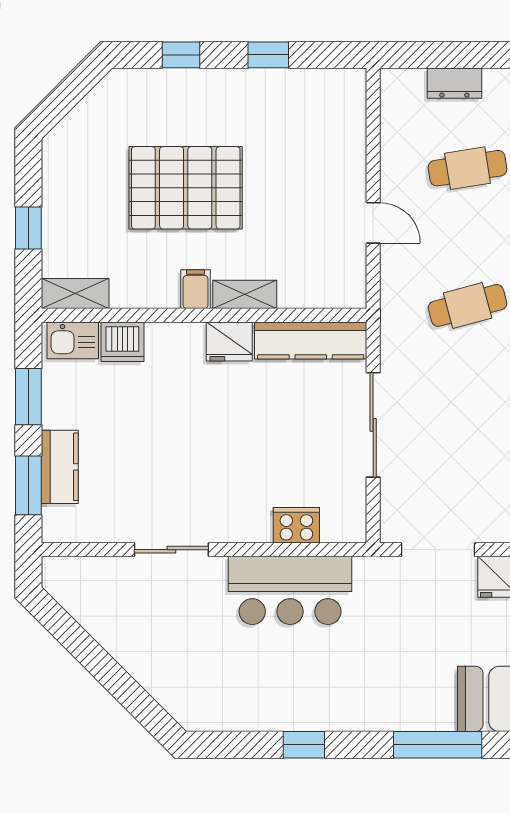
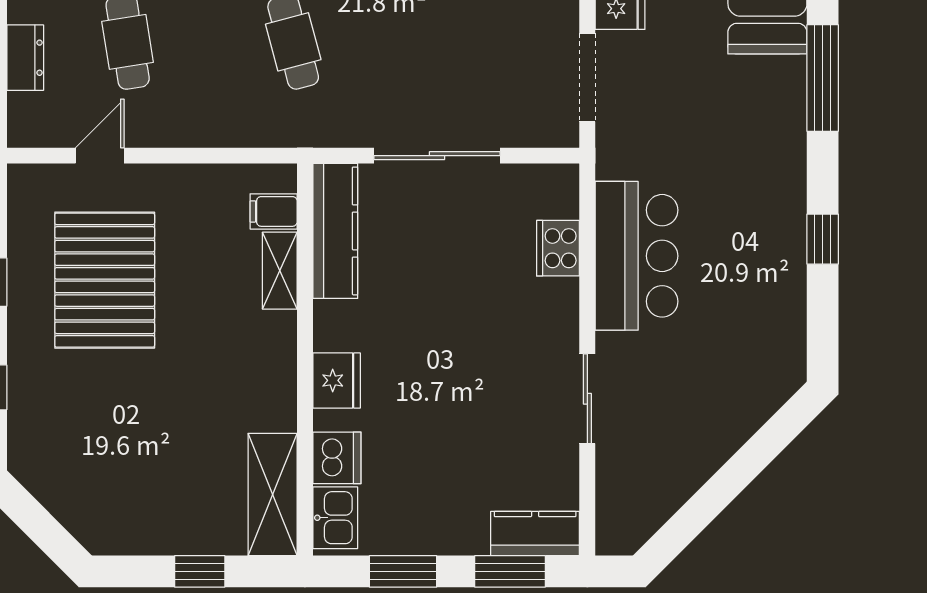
pallet: (186, 188) -> (105, 280), moved
door: (373, 223) -> (100, 156), moved
filing cabinet: (196, 289) -> (274, 211), moved
shelving: (75, 294) -> (273, 495), width x1.50, depth x1.33
shelving: (245, 294) -> (280, 271), moved
fridge: (229, 341) -> (337, 380), moved
kitchen counter: (60, 467) -> (535, 534), moved

